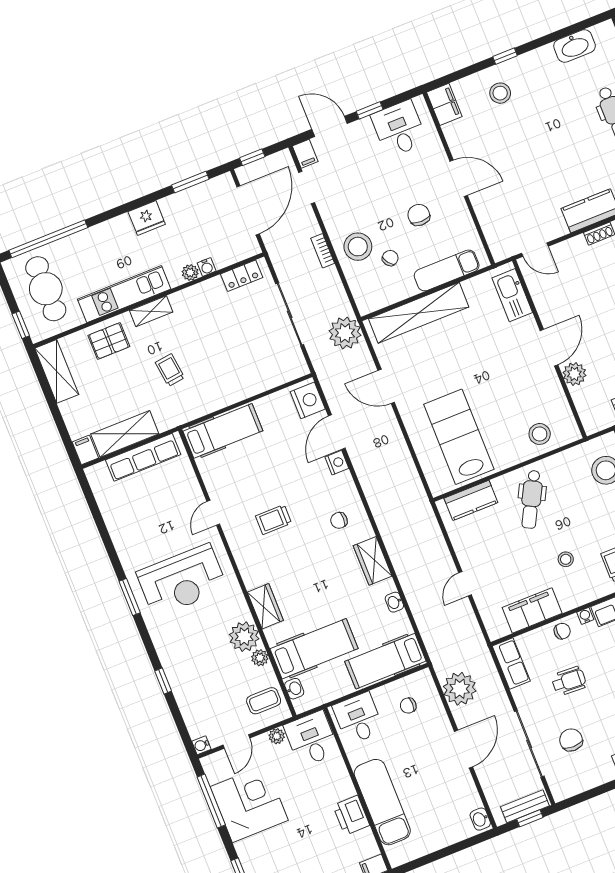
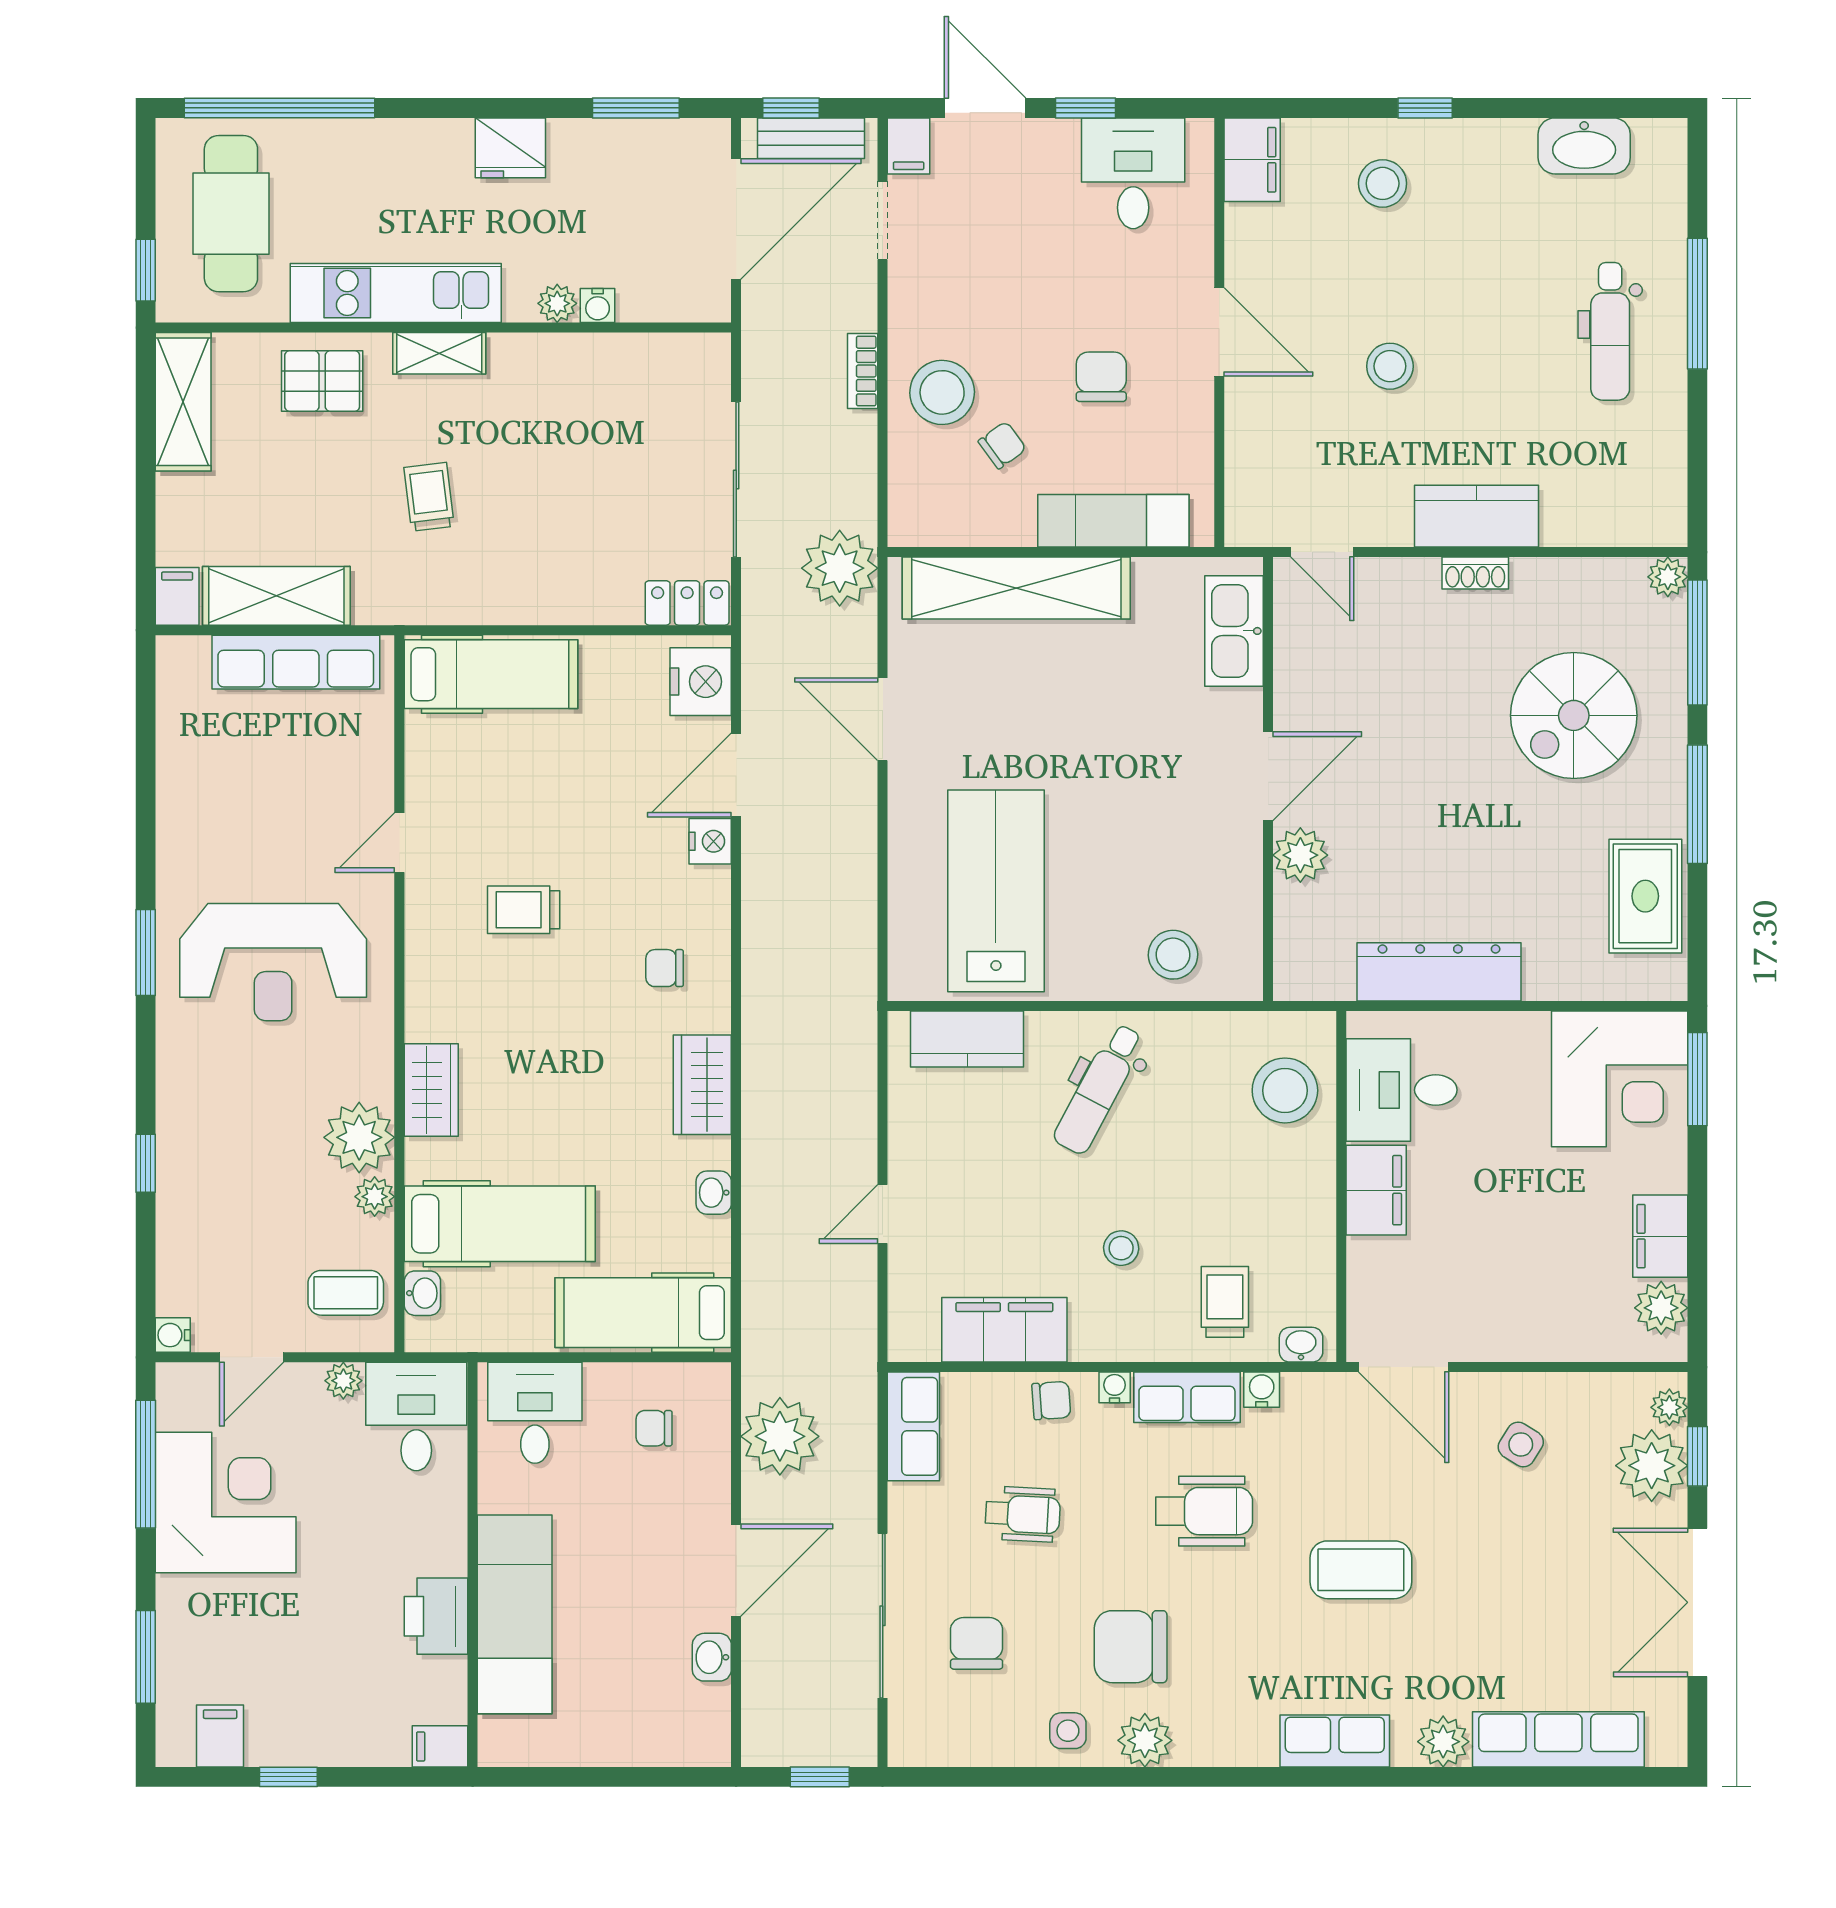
stool: (532, 165) -> (1390, 366), added
locker: (242, 276) -> (687, 603), moved, turned 180
bench: (525, 806) -> (811, 138), moved
washbasin: (480, 819) -> (712, 1657), moved

